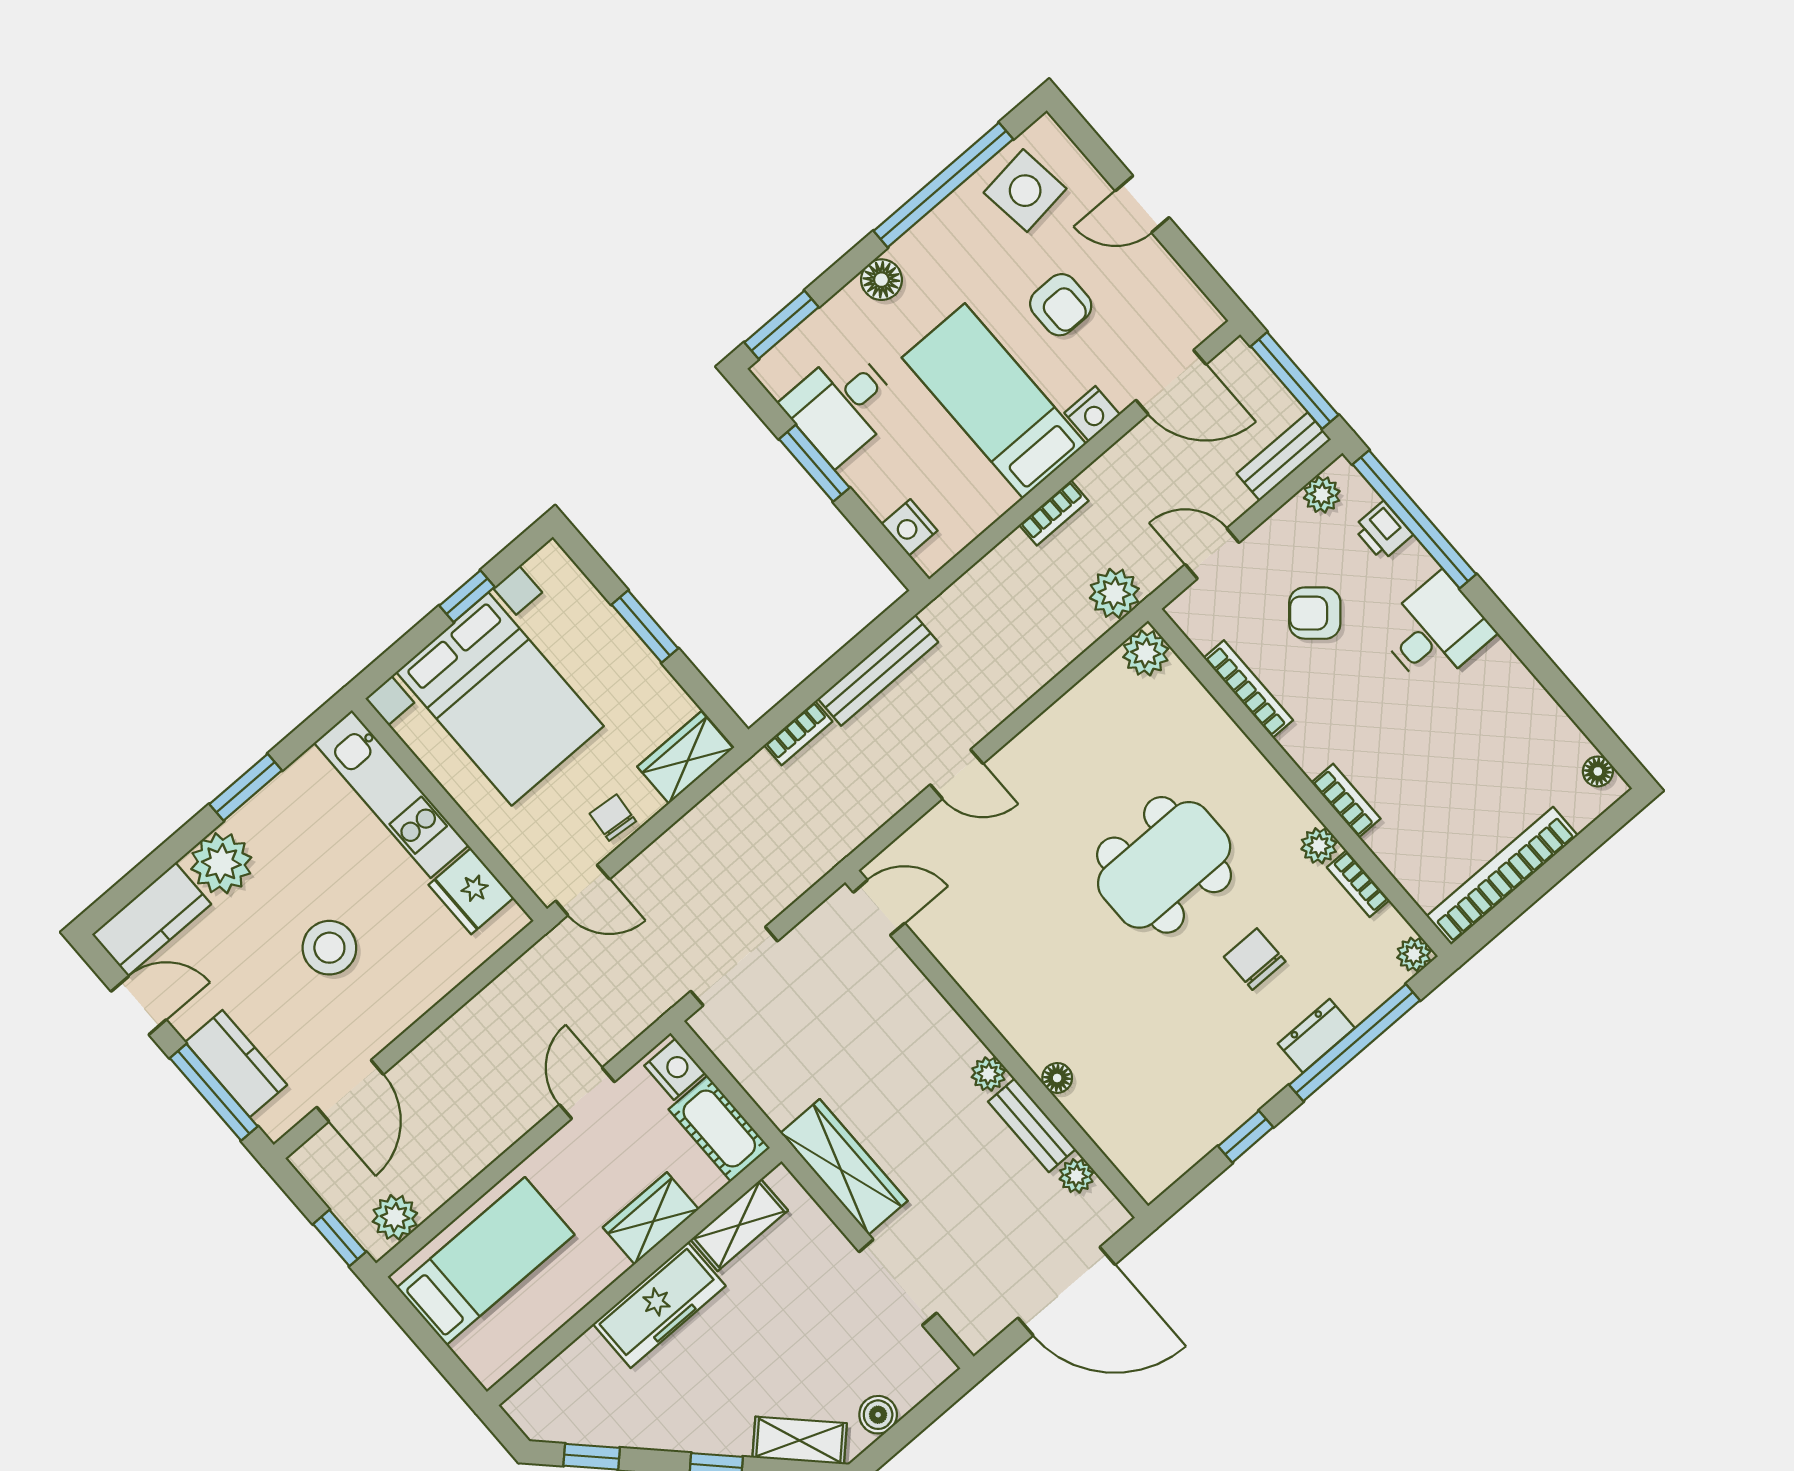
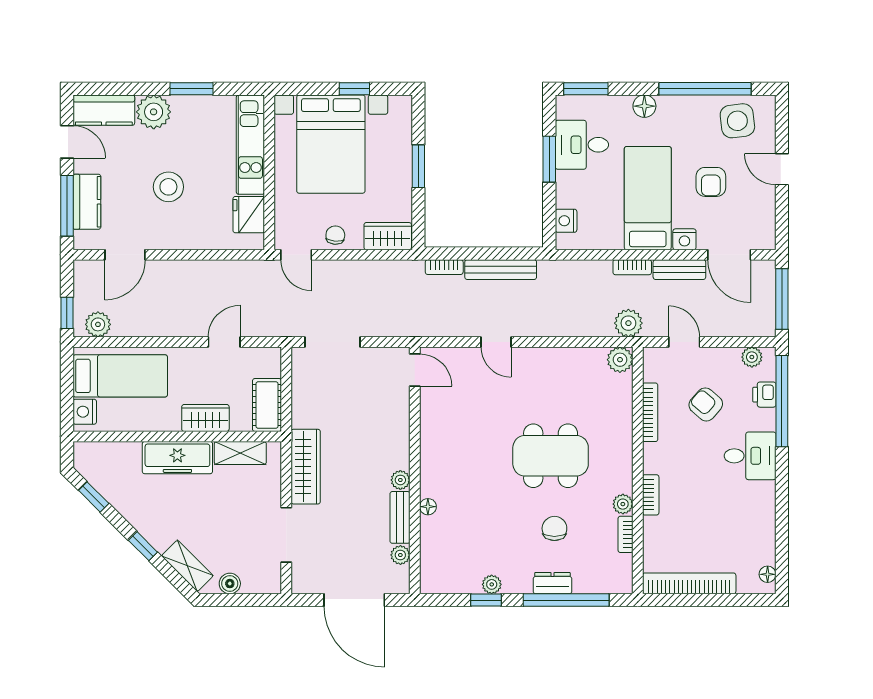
bench: (1284, 457) -> (679, 270), moved
plant: (1414, 954) -> (492, 584), moved
nightstand: (675, 1069) -> (85, 412), moved, turned 180

